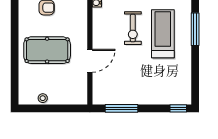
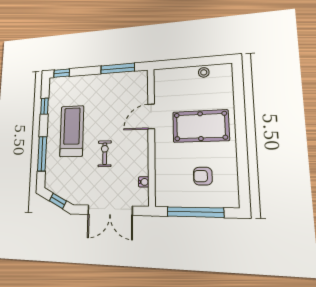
exercise bike: (133, 28) -> (105, 154), width x0.73, depth x0.72
treadmill: (163, 34) -> (72, 131), moved, turned 180
window: (195, 76) -> (44, 106), added

